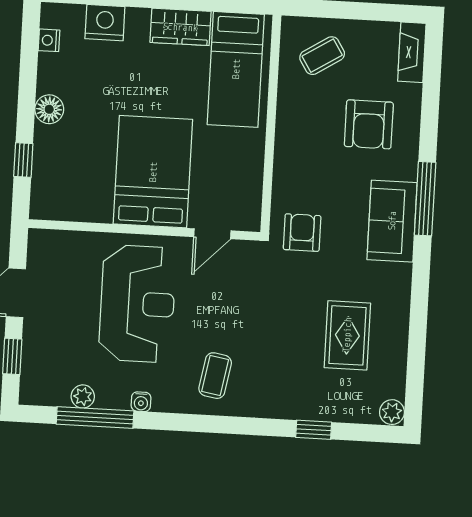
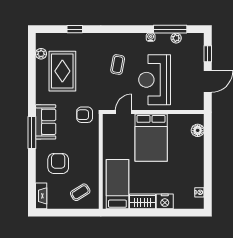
nightstand: (105, 23) -> (165, 201), moved
floor lamp: (49, 109) -> (198, 130), moved
window: (23, 160) -> (208, 140), removed
armchair: (302, 233) -> (85, 115), turned 90
rug: (347, 335) -> (62, 71), width x1.36, depth x1.43
coffee table: (215, 376) -> (118, 64), moved
plant: (392, 412) -> (41, 54), moved

